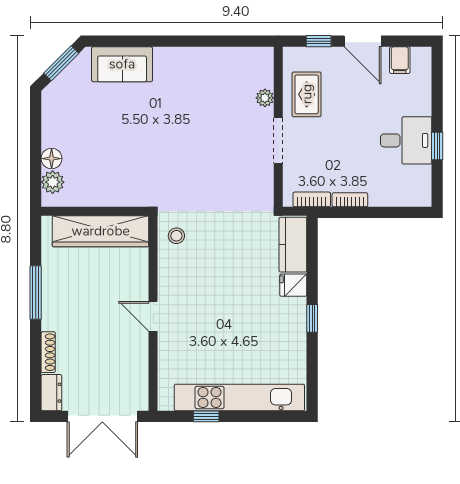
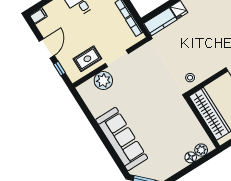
filing cabinet: (400, 60) -> (38, 16), moved
sofa: (122, 64) -> (122, 139), width x1.85, depth x1.27
plant: (265, 98) -> (103, 81), width x1.87, depth x1.87

